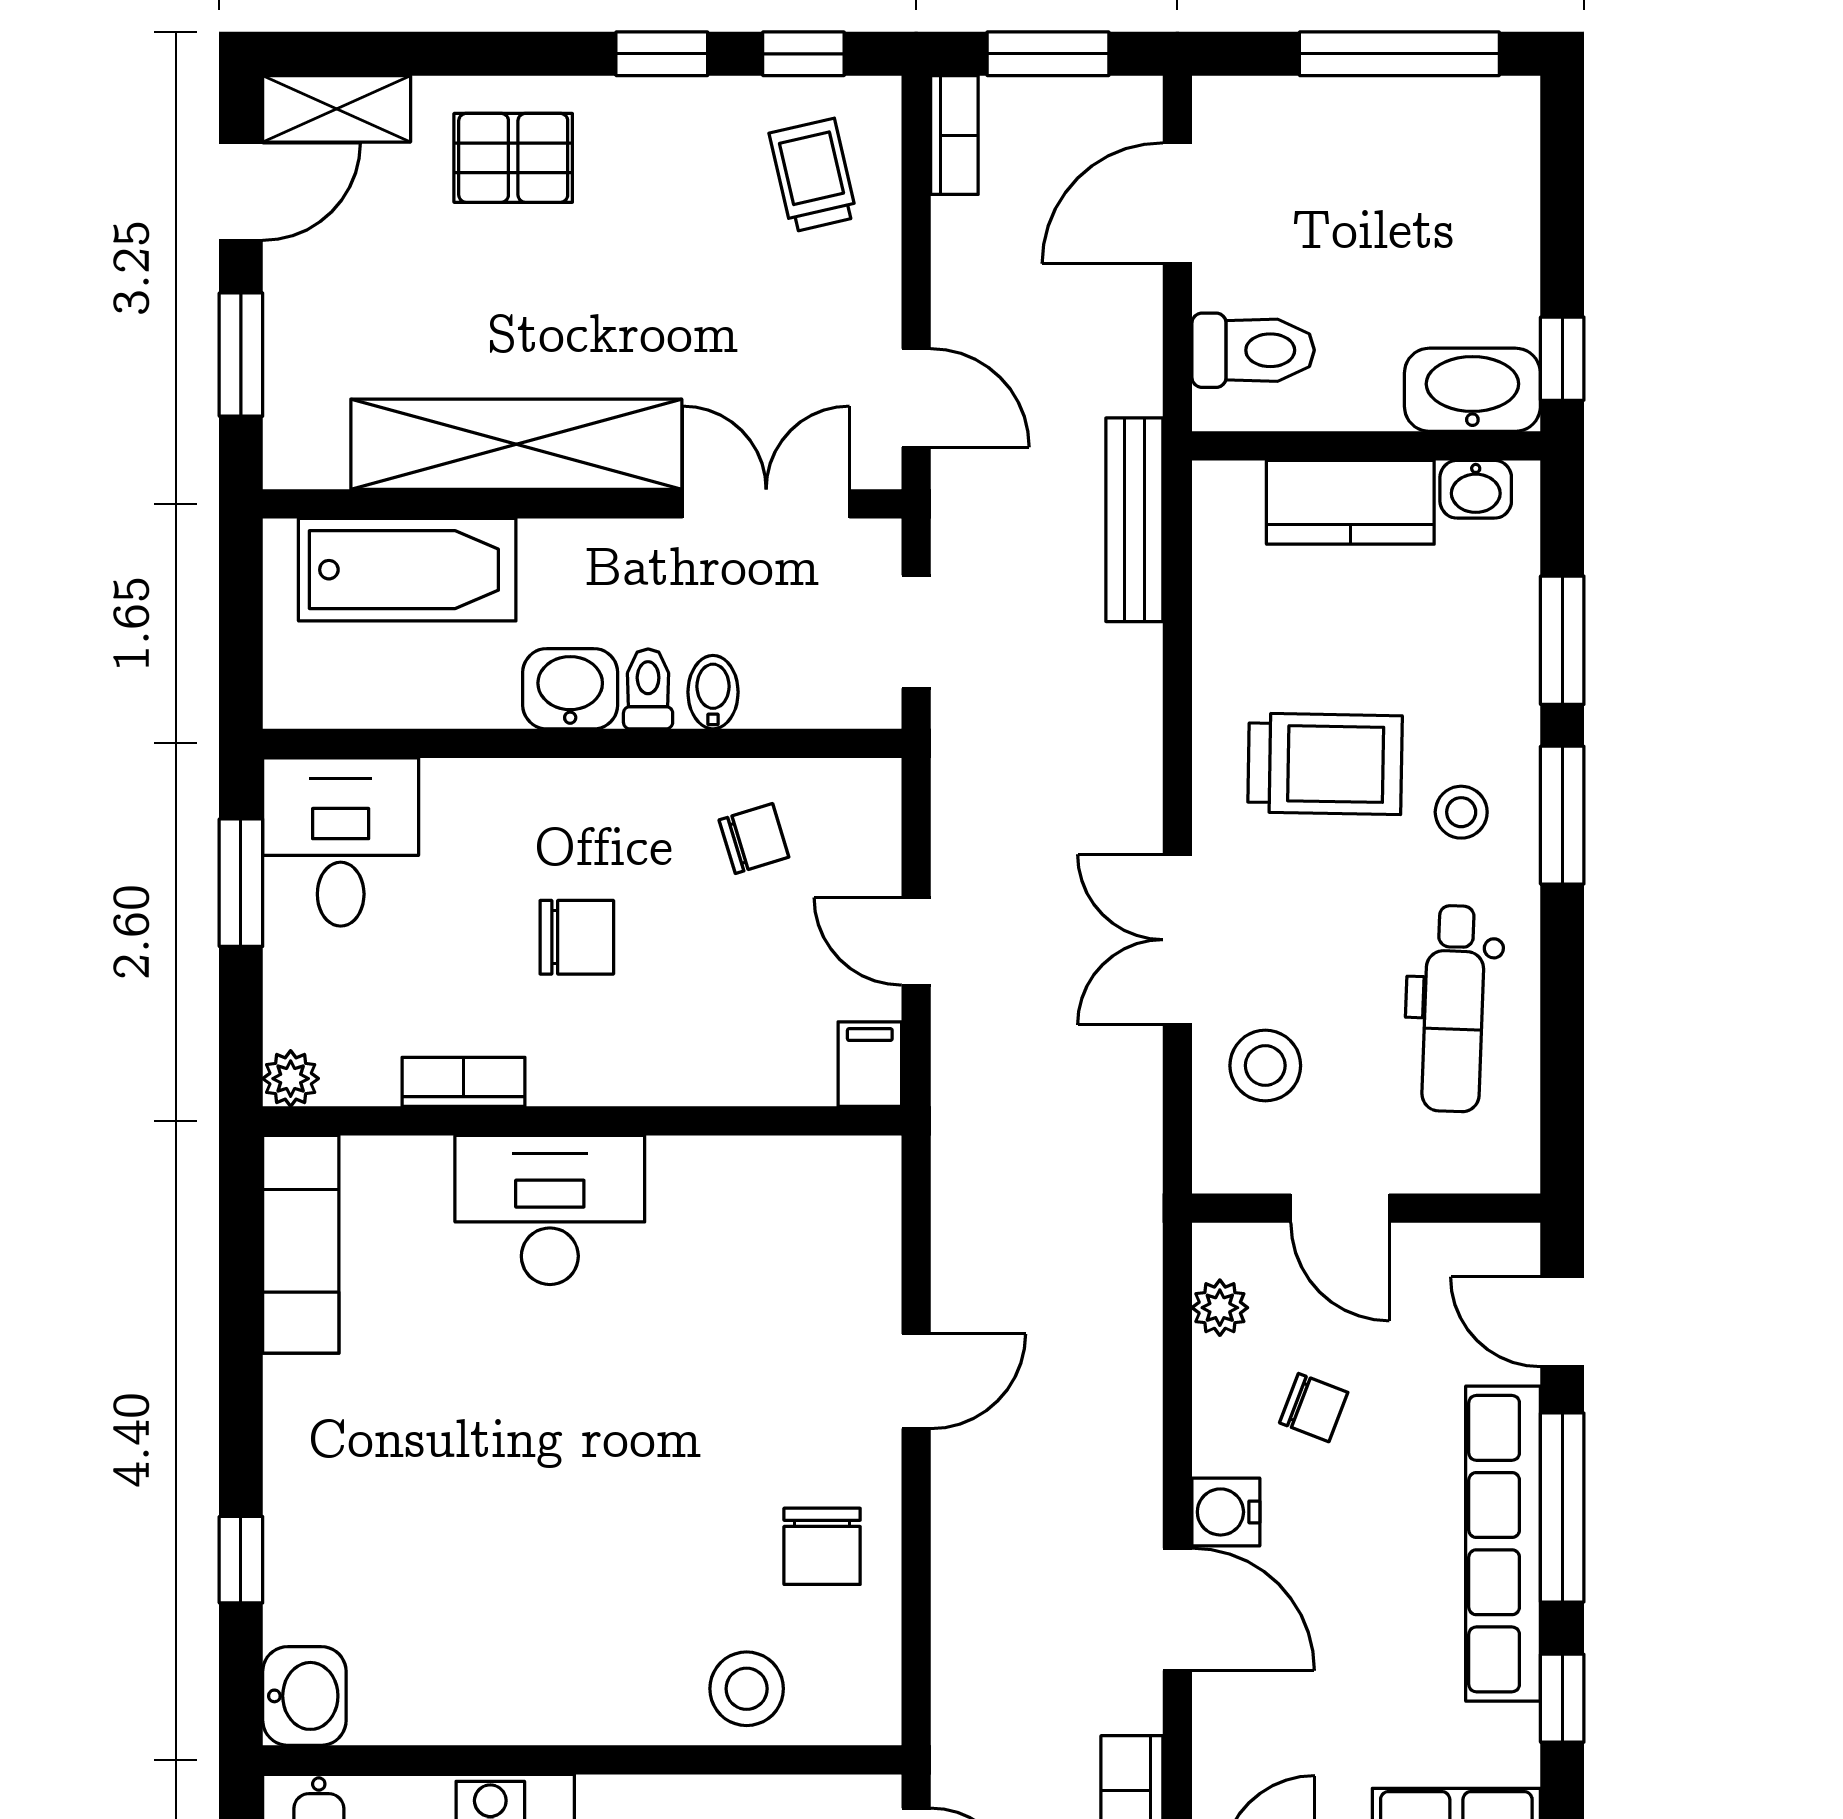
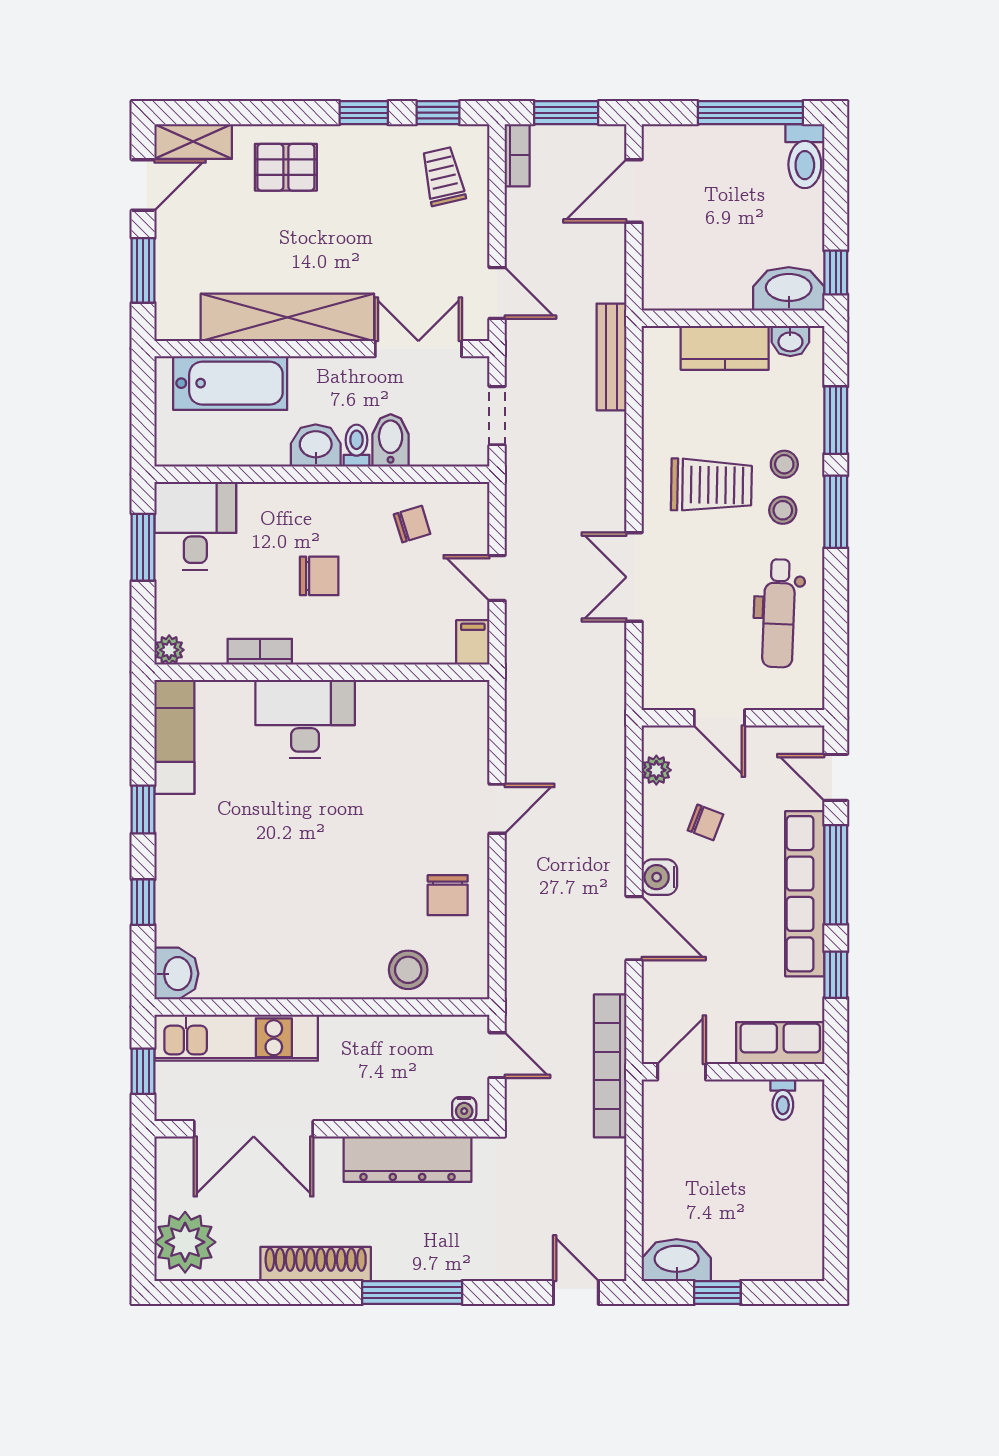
toilet: (1253, 350) -> (805, 156), moved, turned 90
bidet: (713, 692) -> (391, 440), width x1.38, depth x1.36
stool: (1265, 1066) -> (784, 464), moved, width x0.73, depth x0.73
window: (241, 1383) -> (143, 809), added

